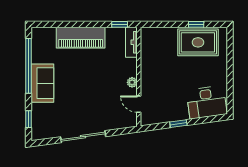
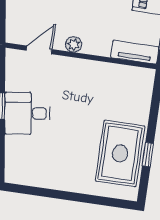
desk: (207, 102) -> (27, 113), moved, width x0.73

